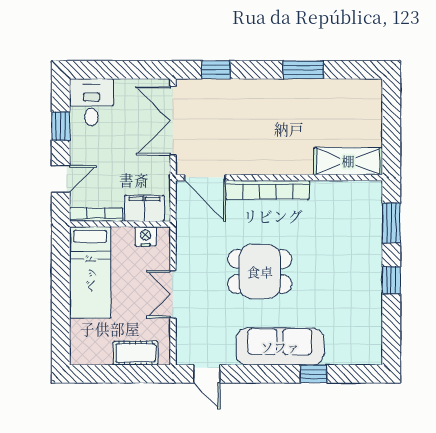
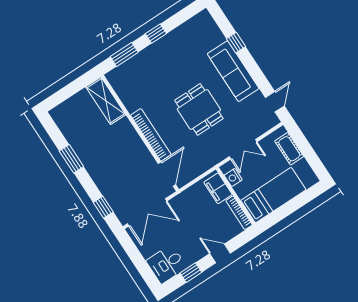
filing cabinet: (144, 208) -> (218, 188), moved
bookcase: (96, 215) -> (239, 213), moved
wall: (120, 224) -> (236, 196), moved
nightstand: (146, 236) -> (233, 177), moved
bed: (90, 273) -> (273, 195), moved

